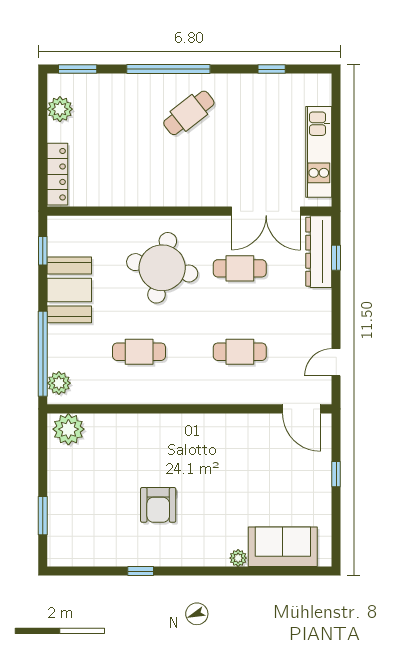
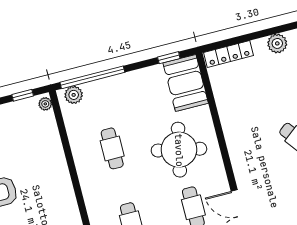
booth: (69, 290) -> (186, 83), moved, turned 90
plant: (68, 429) -> (45, 104), width x0.53, depth x0.53
window: (43, 448) -> (23, 95), added

